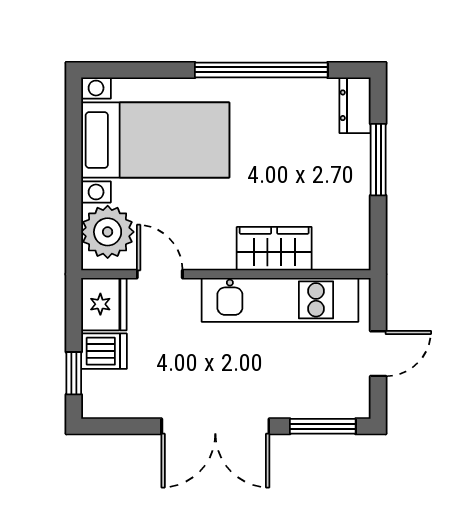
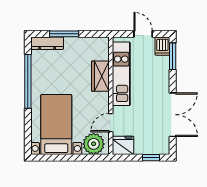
dresser: (355, 105) -> (47, 43), width x1.44
dishwasher: (104, 351) -> (162, 46), moved, turned 180
double door: (215, 426) -> (173, 115), moved

